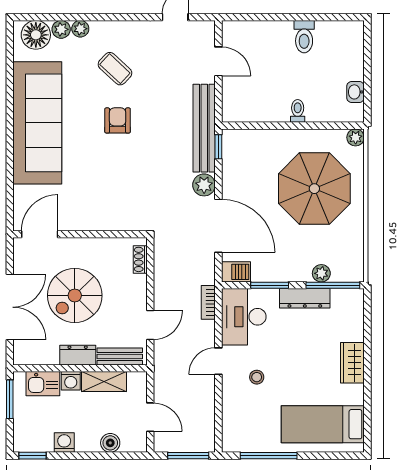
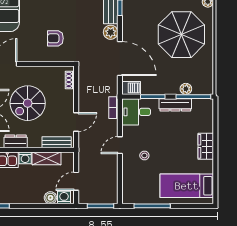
armchair: (118, 194) -> (55, 38), added
desk: (244, 317) -> (136, 112), width x0.73
dresser: (78, 355) -> (16, 141), moved
door: (150, 417) -> (76, 181), swing flipped
washing machine: (64, 442) -> (64, 197), moved

